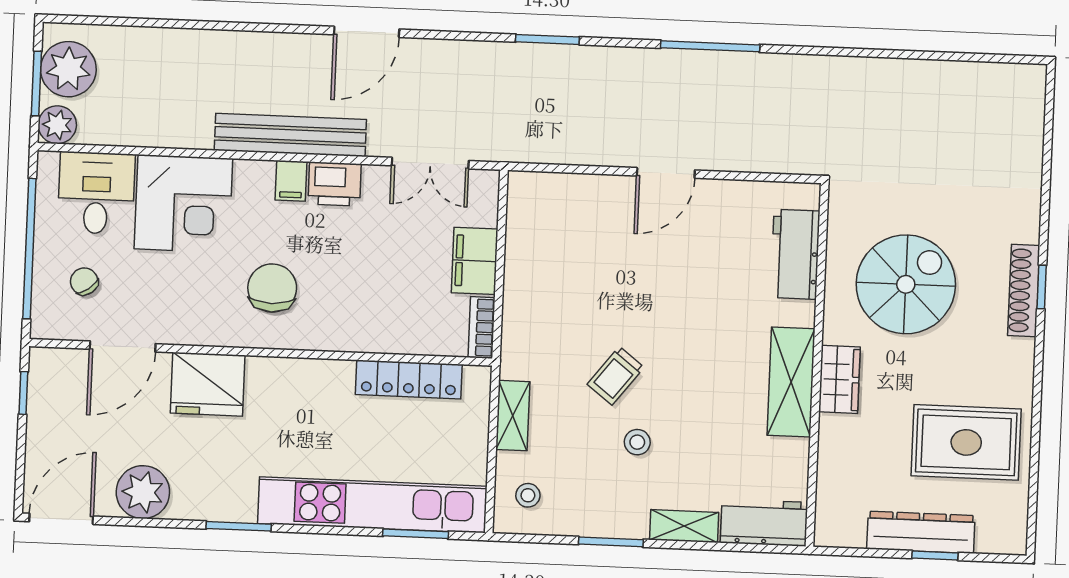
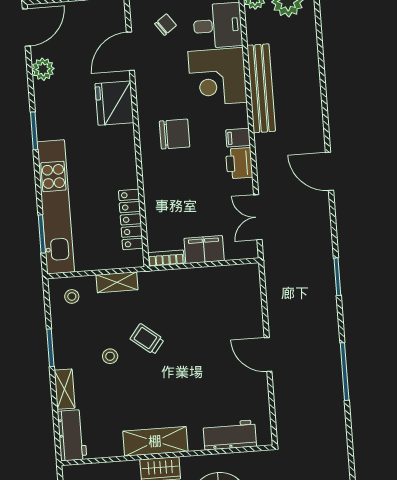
bench: (290, 135) -> (261, 88), moved
door: (123, 347) -> (130, 51), hinge flipped
plant: (143, 492) -> (43, 69), width x0.73, depth x0.73
door: (61, 519) -> (26, 27), hinge flipped

